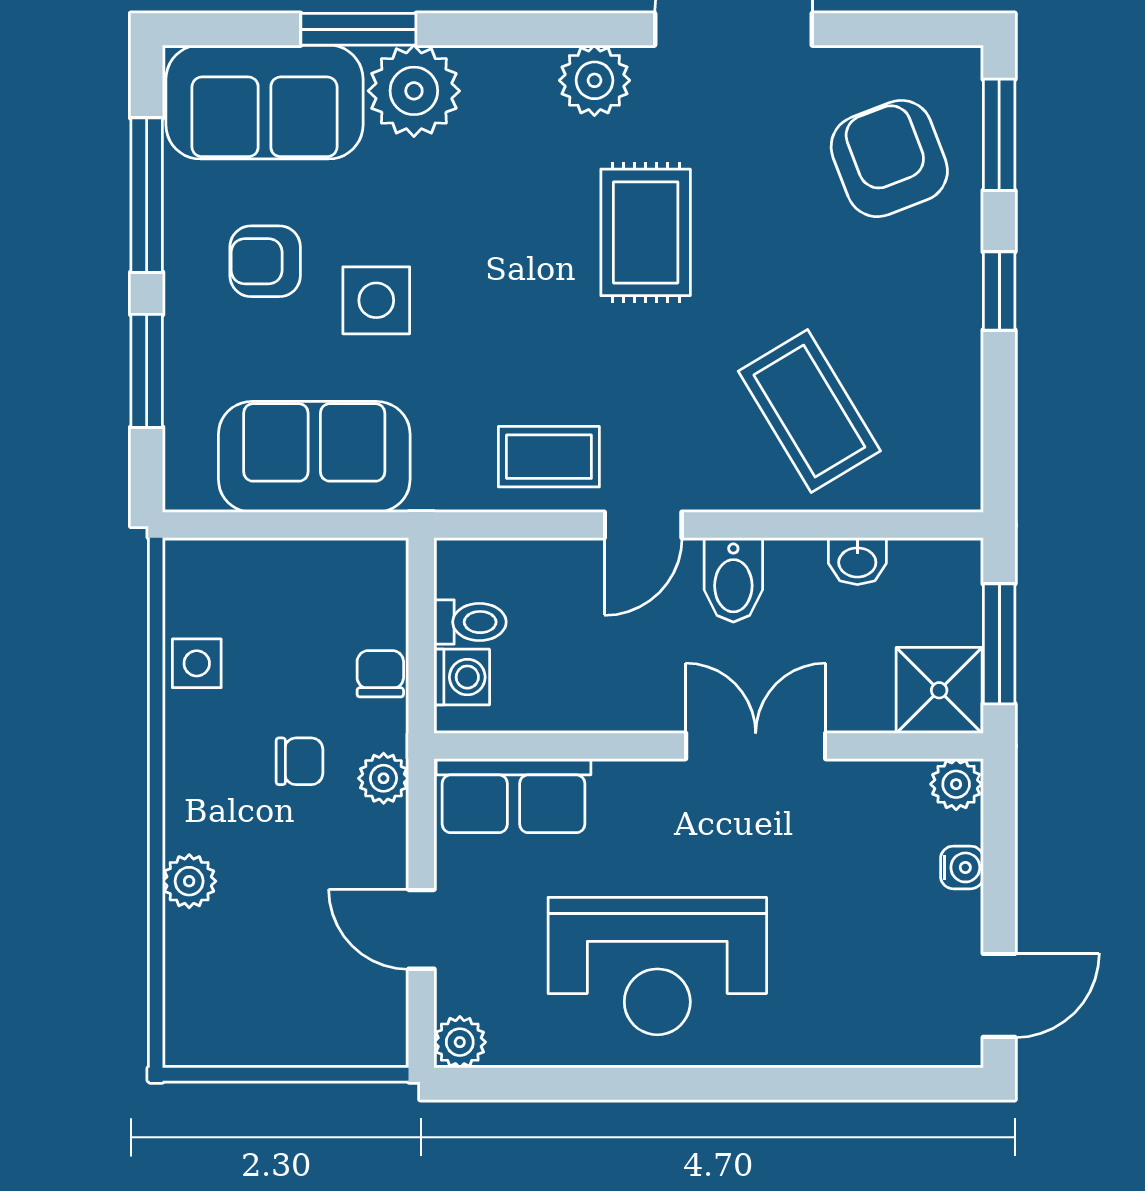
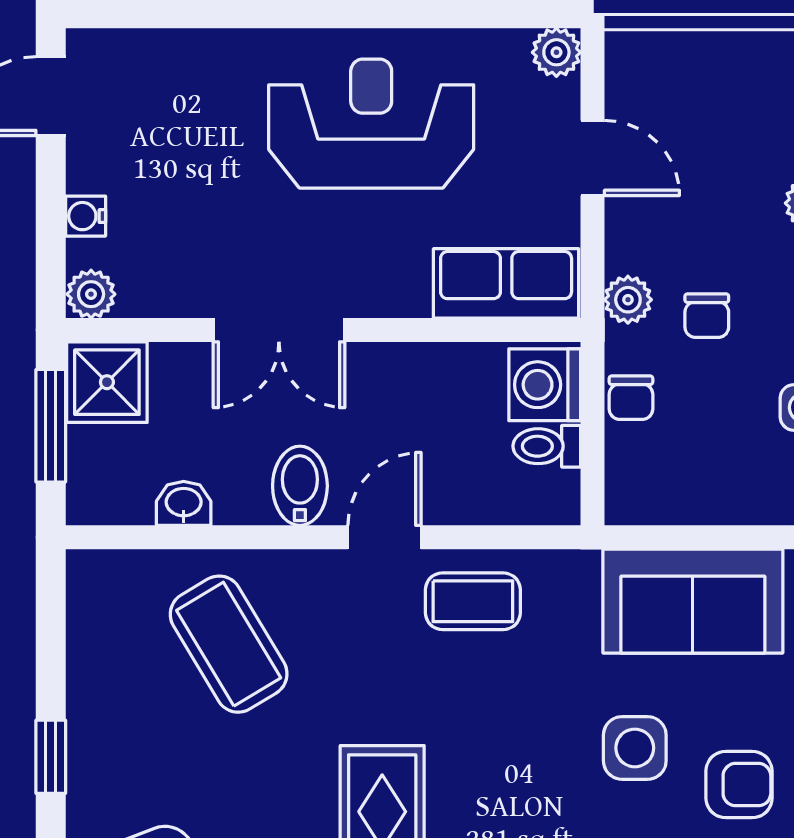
washing machine: (462, 677) -> (545, 385), width x1.38, depth x1.38
chair: (299, 761) -> (707, 316), turned -90

